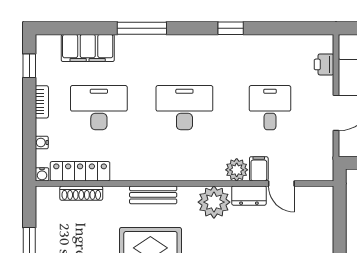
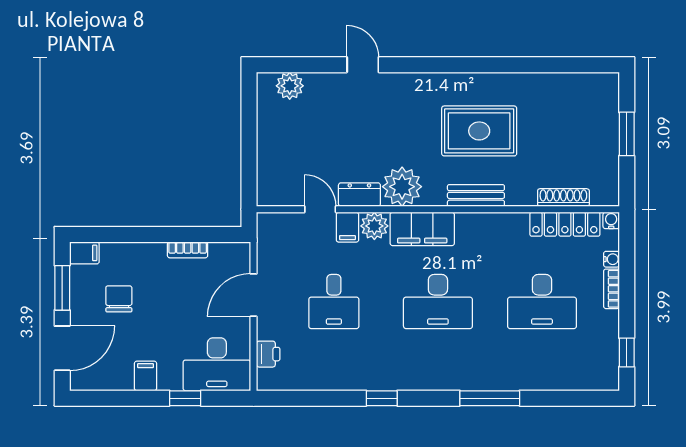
filing cabinet: (88, 48) -> (422, 229), moved, turned 180
bookcase: (42, 102) -> (611, 289), moved

